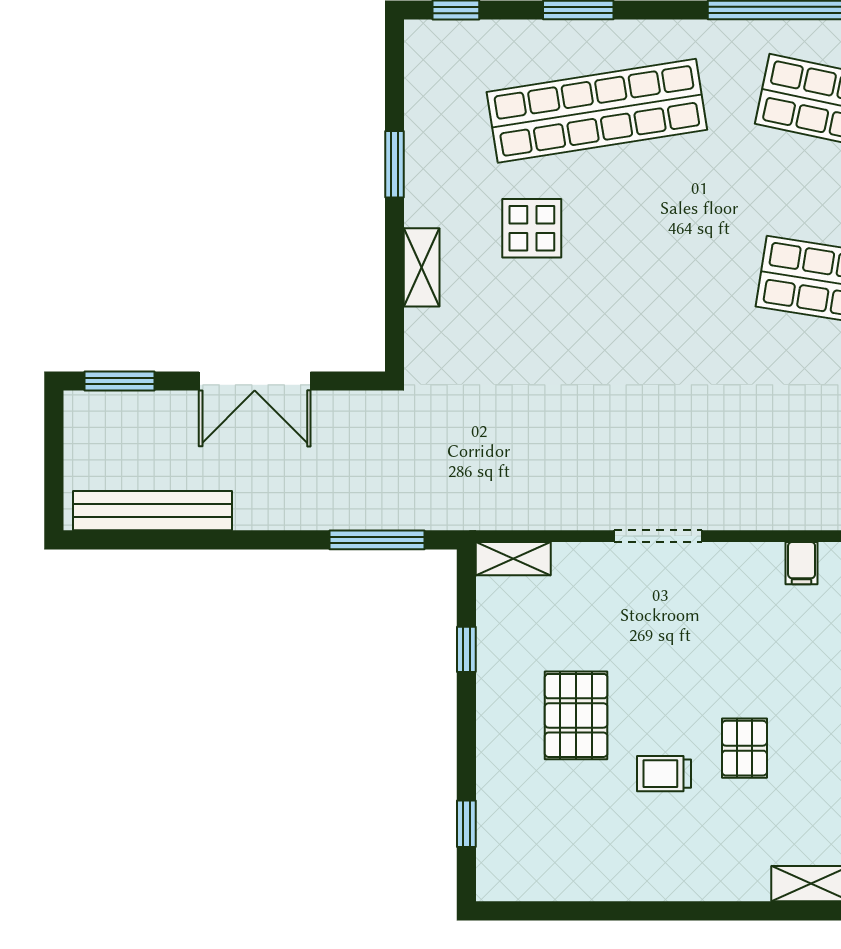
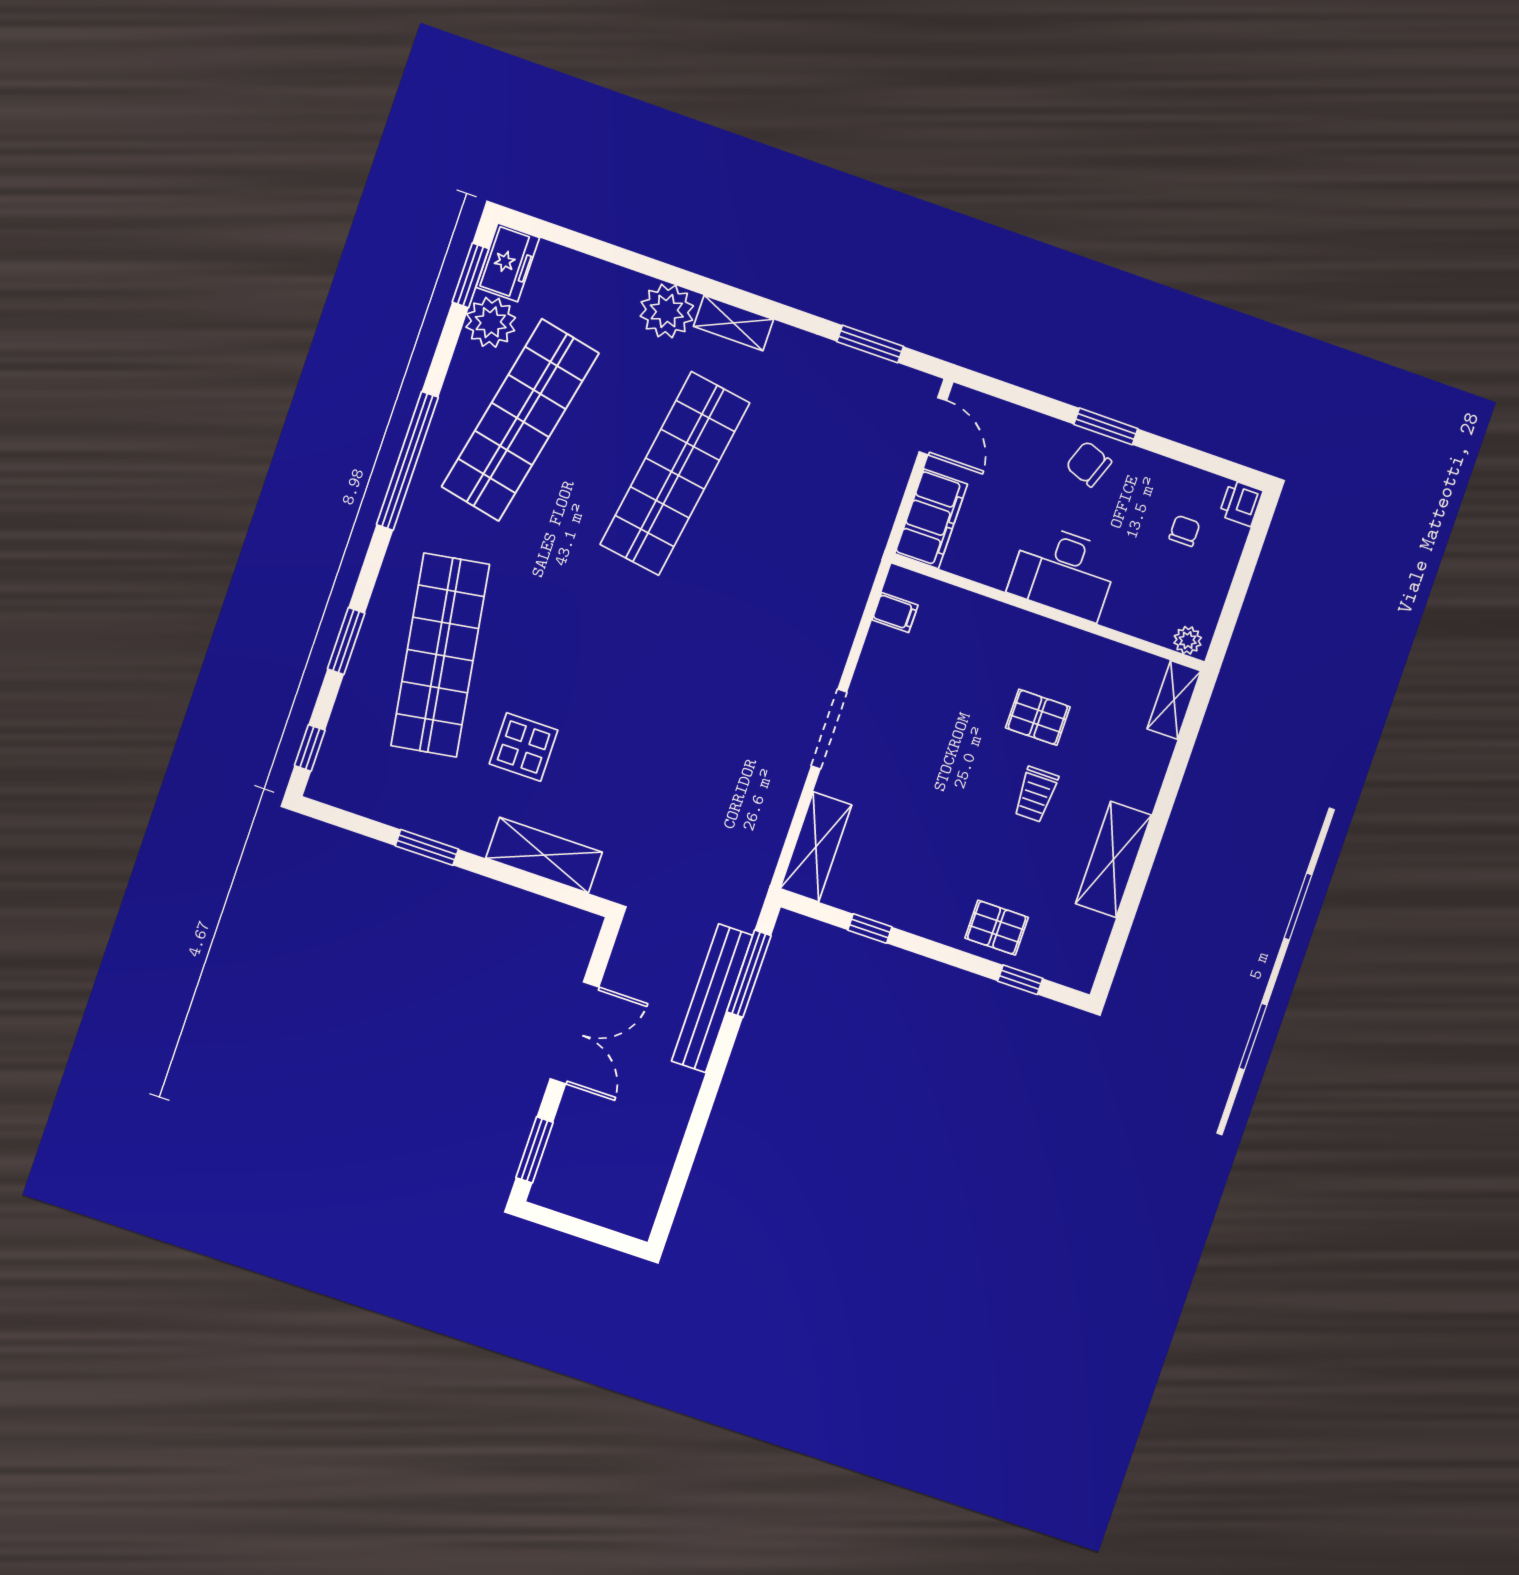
shelving: (422, 267) -> (544, 855), width x1.50, depth x1.33
bench: (153, 511) -> (712, 998), moved
shelving: (513, 559) -> (816, 847), width x1.50, depth x1.33
pallet: (576, 715) -> (997, 928), moved, width x0.67, depth x0.71
shelving: (624, 878) -> (1113, 859), added

